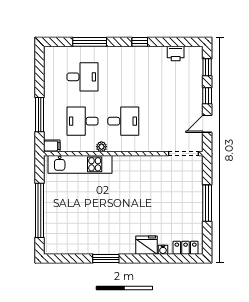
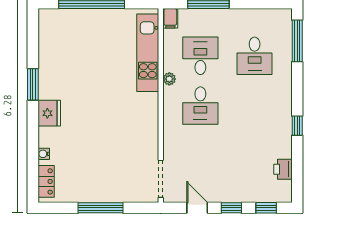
window: (90, 42) -> (297, 41), moved
fridge: (146, 245) -> (49, 113), moved

